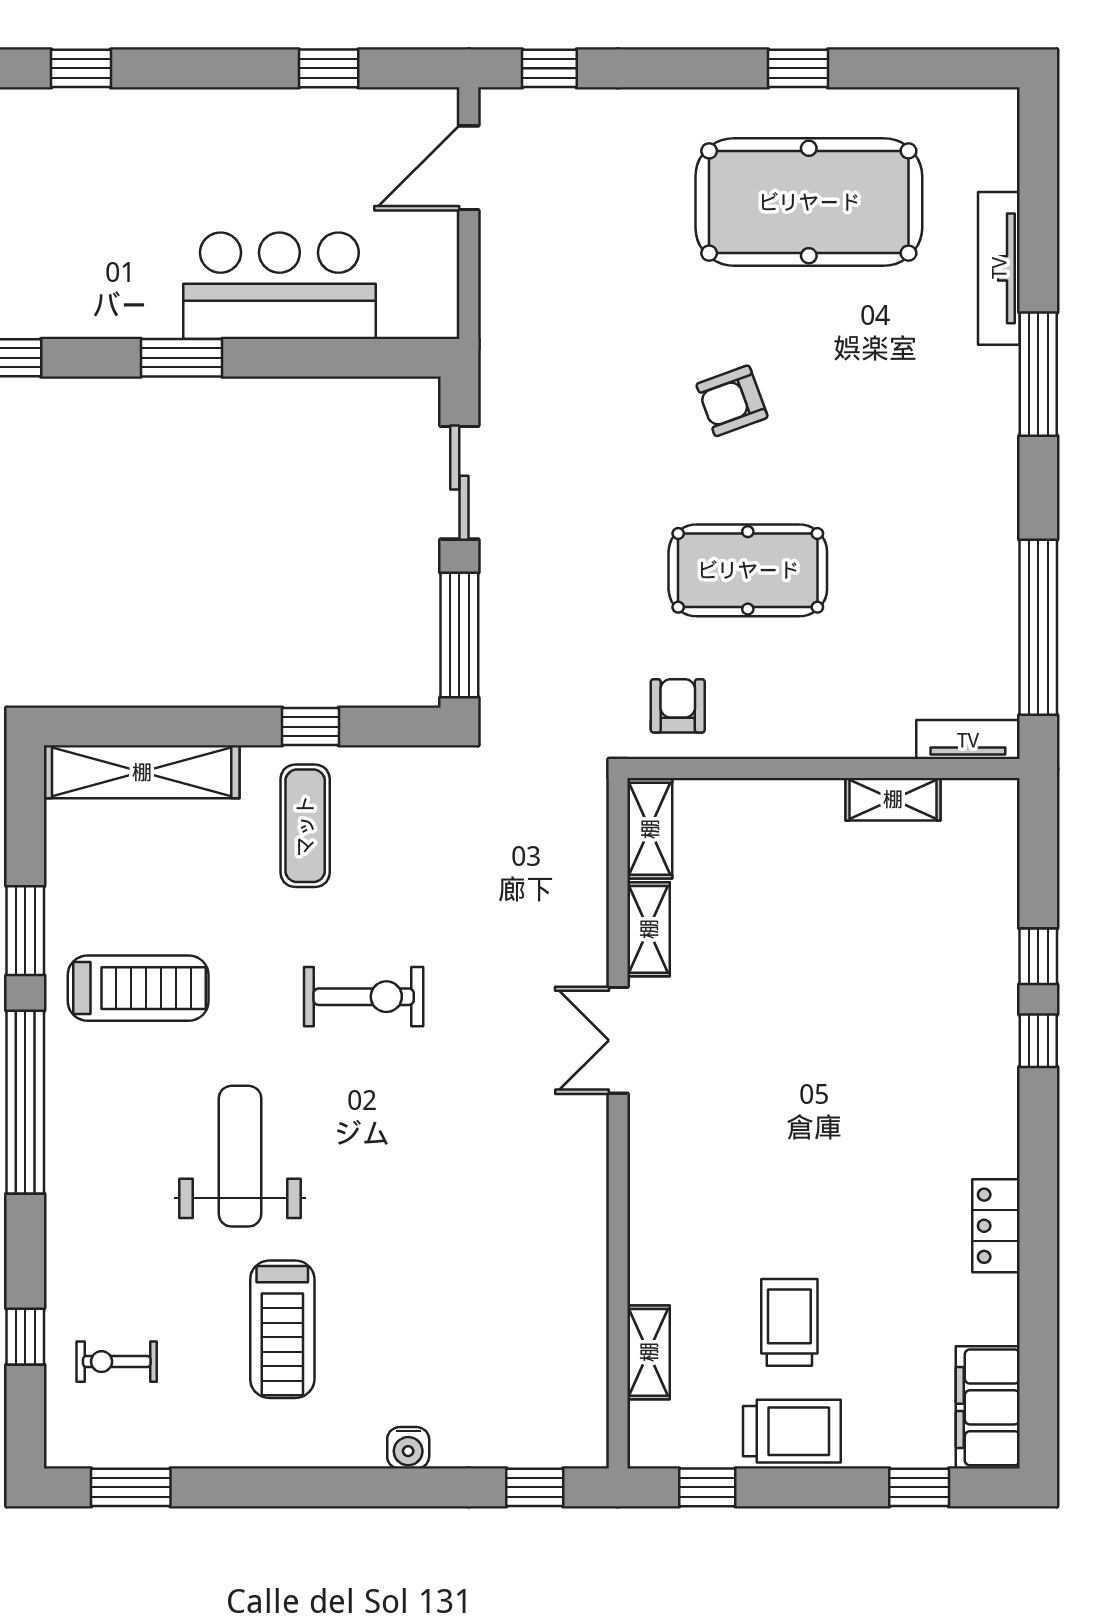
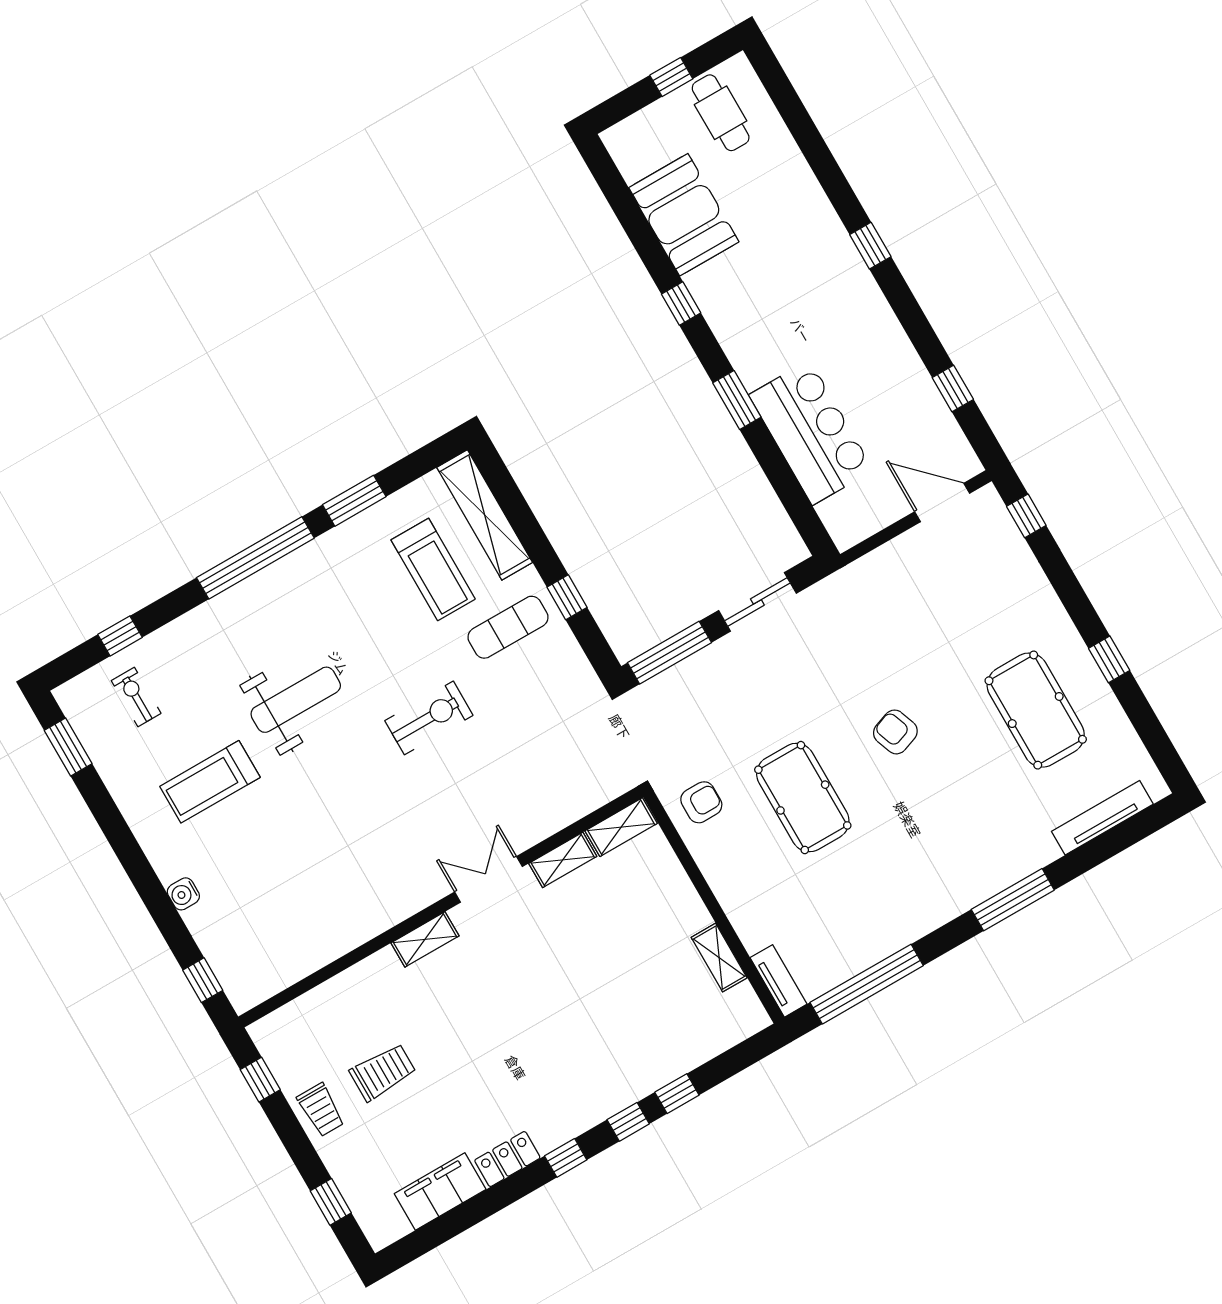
pool table: (809, 202) -> (1036, 710), width x0.73, depth x0.76
tv unit: (999, 268) -> (1102, 818), moved
treadmill: (138, 988) -> (433, 569), moved
exercise bike: (364, 997) -> (429, 718), turned -90
window: (1038, 1149) -> (566, 1158), added
shelving: (649, 1352) -> (425, 939), moved
filing cabinet: (988, 1407) -> (440, 1192), moved
trolley: (792, 1431) -> (321, 1110), width x0.73, depth x0.72

